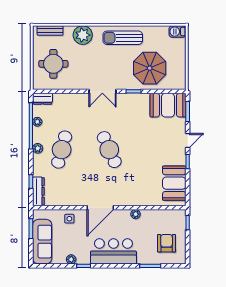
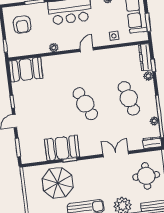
double door: (102, 91) -> (116, 154), moved
booth: (168, 105) -> (62, 148), moved
plant: (38, 148) -> (148, 76), moved
cafe table: (62, 150) -> (129, 98), turned -30
booth: (174, 183) -> (26, 70), moved, turned 90
door: (100, 208) -> (87, 50), width x0.53

